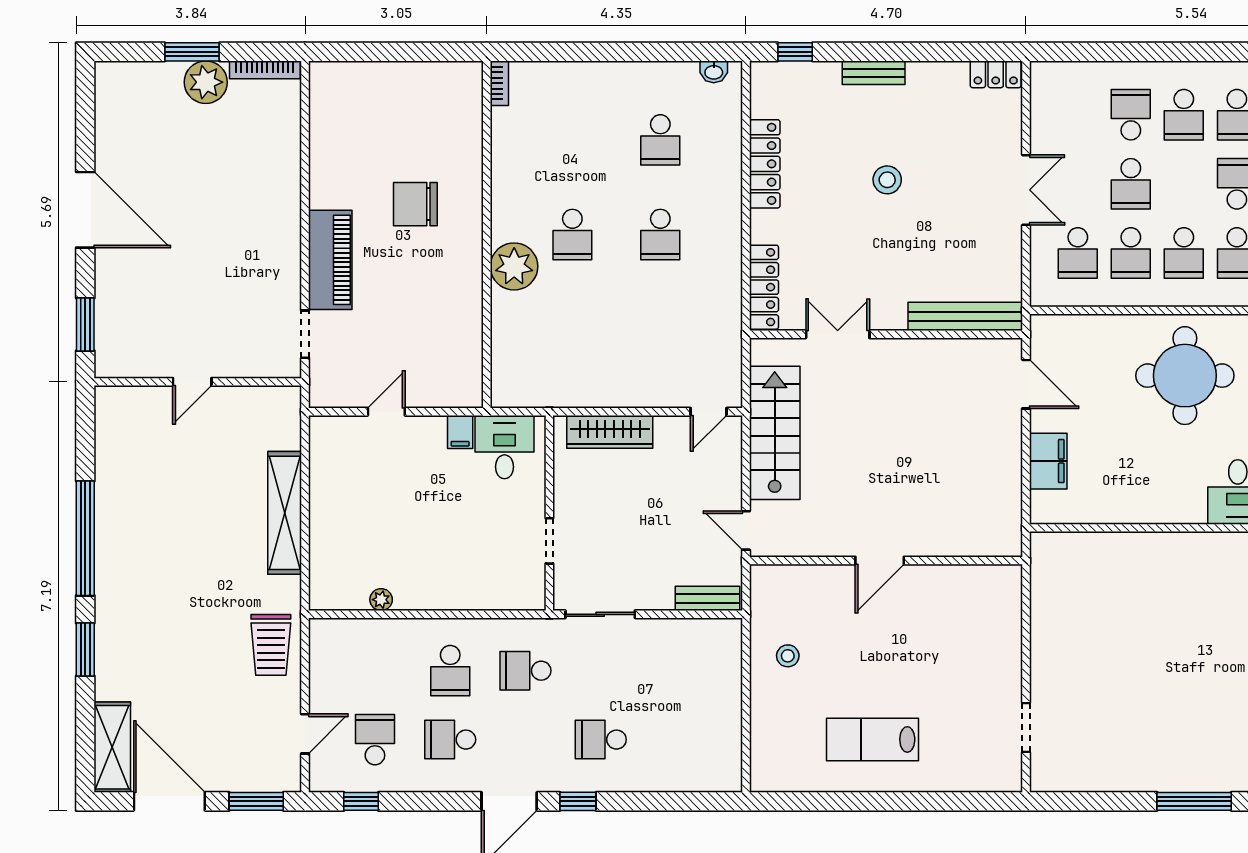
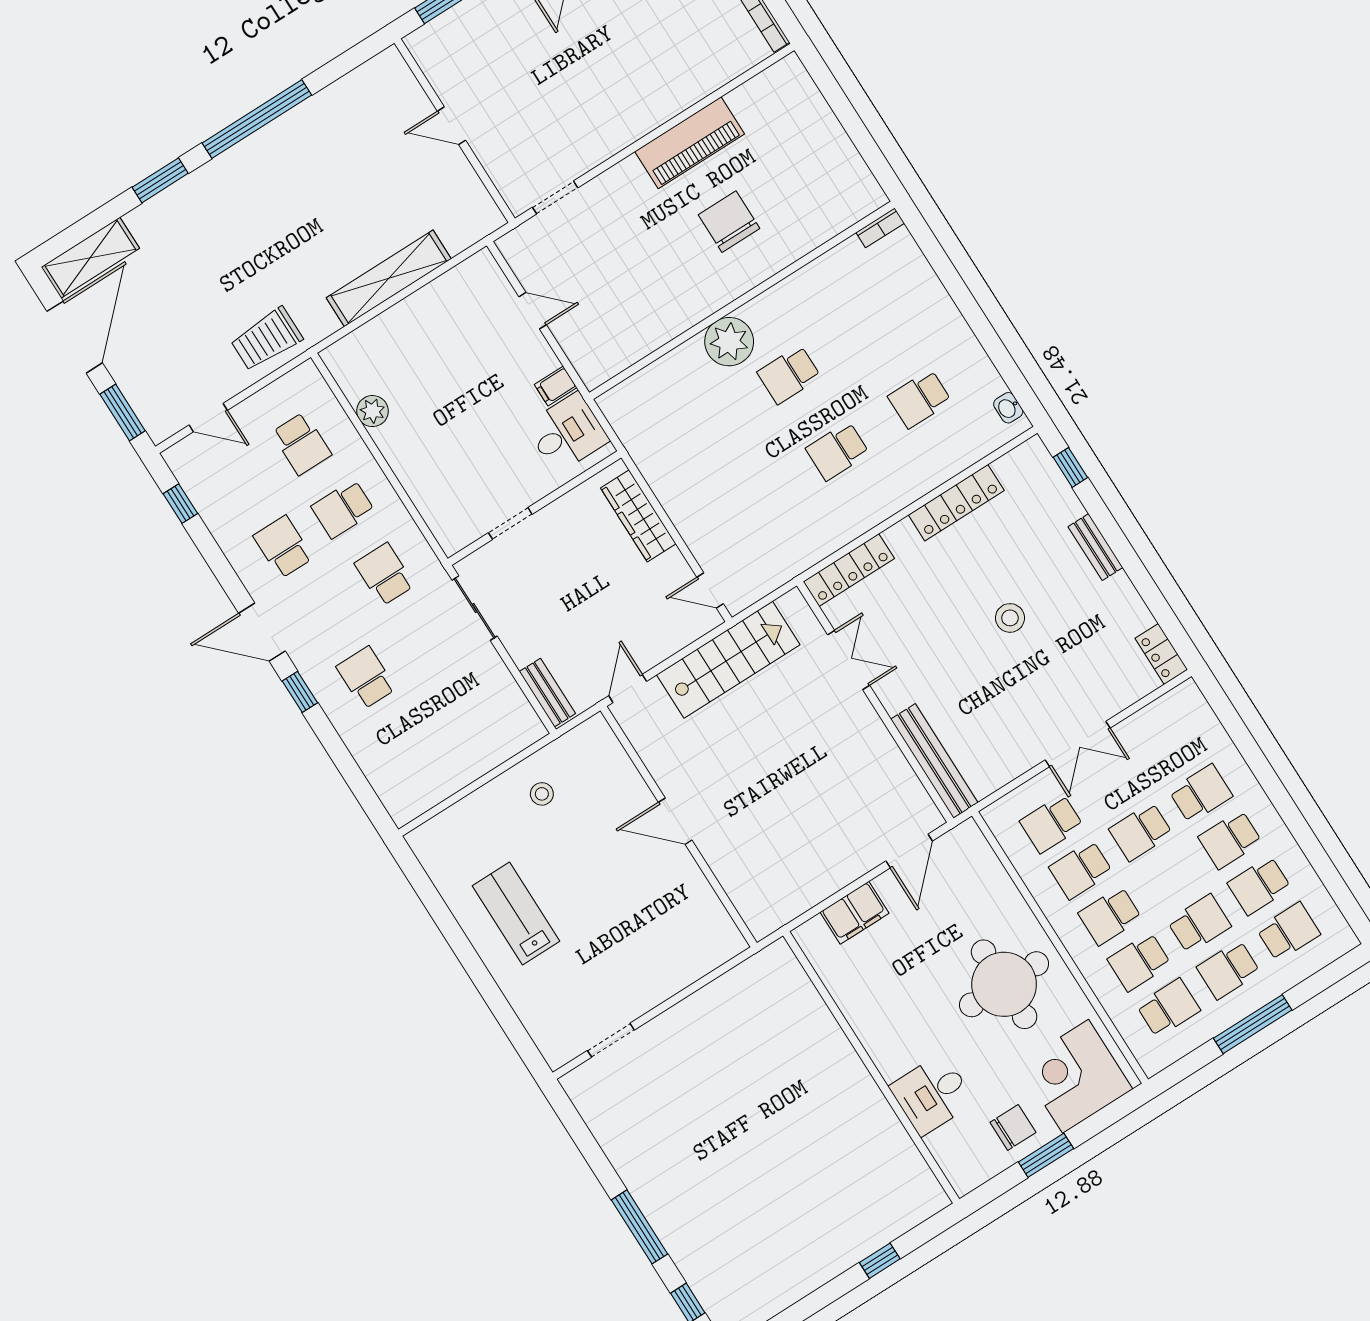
piano: (330, 260) -> (690, 143), moved
plant: (381, 600) -> (372, 411), width x1.38, depth x1.38
school desk: (375, 740) -> (301, 444), moved, turned 90

